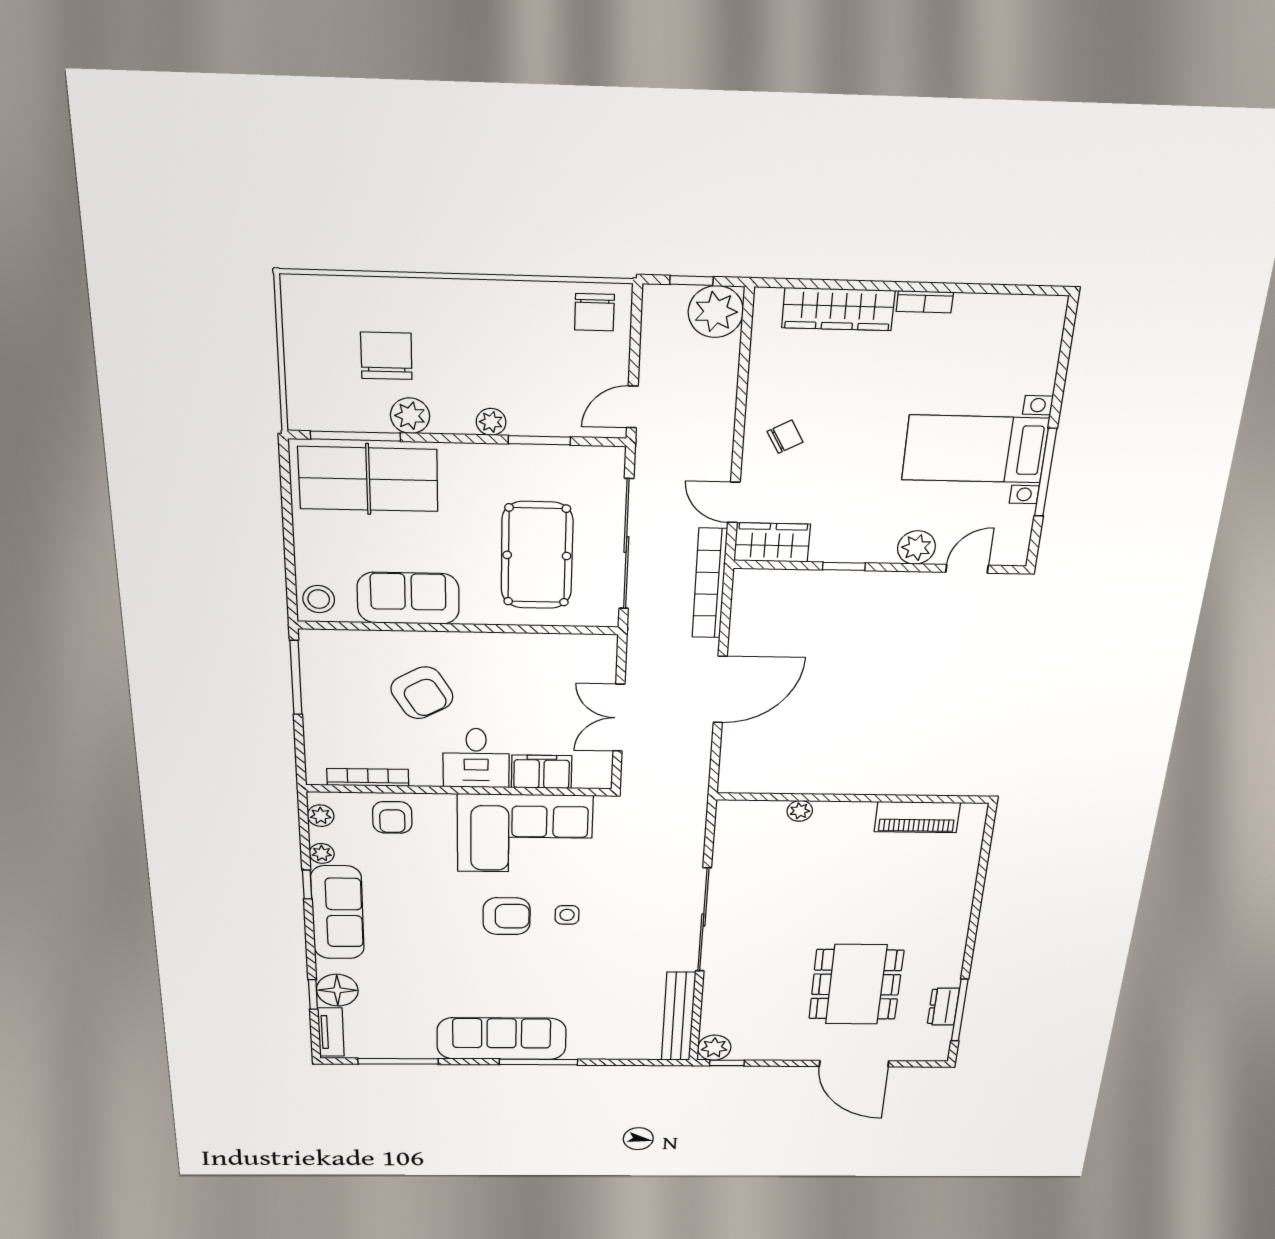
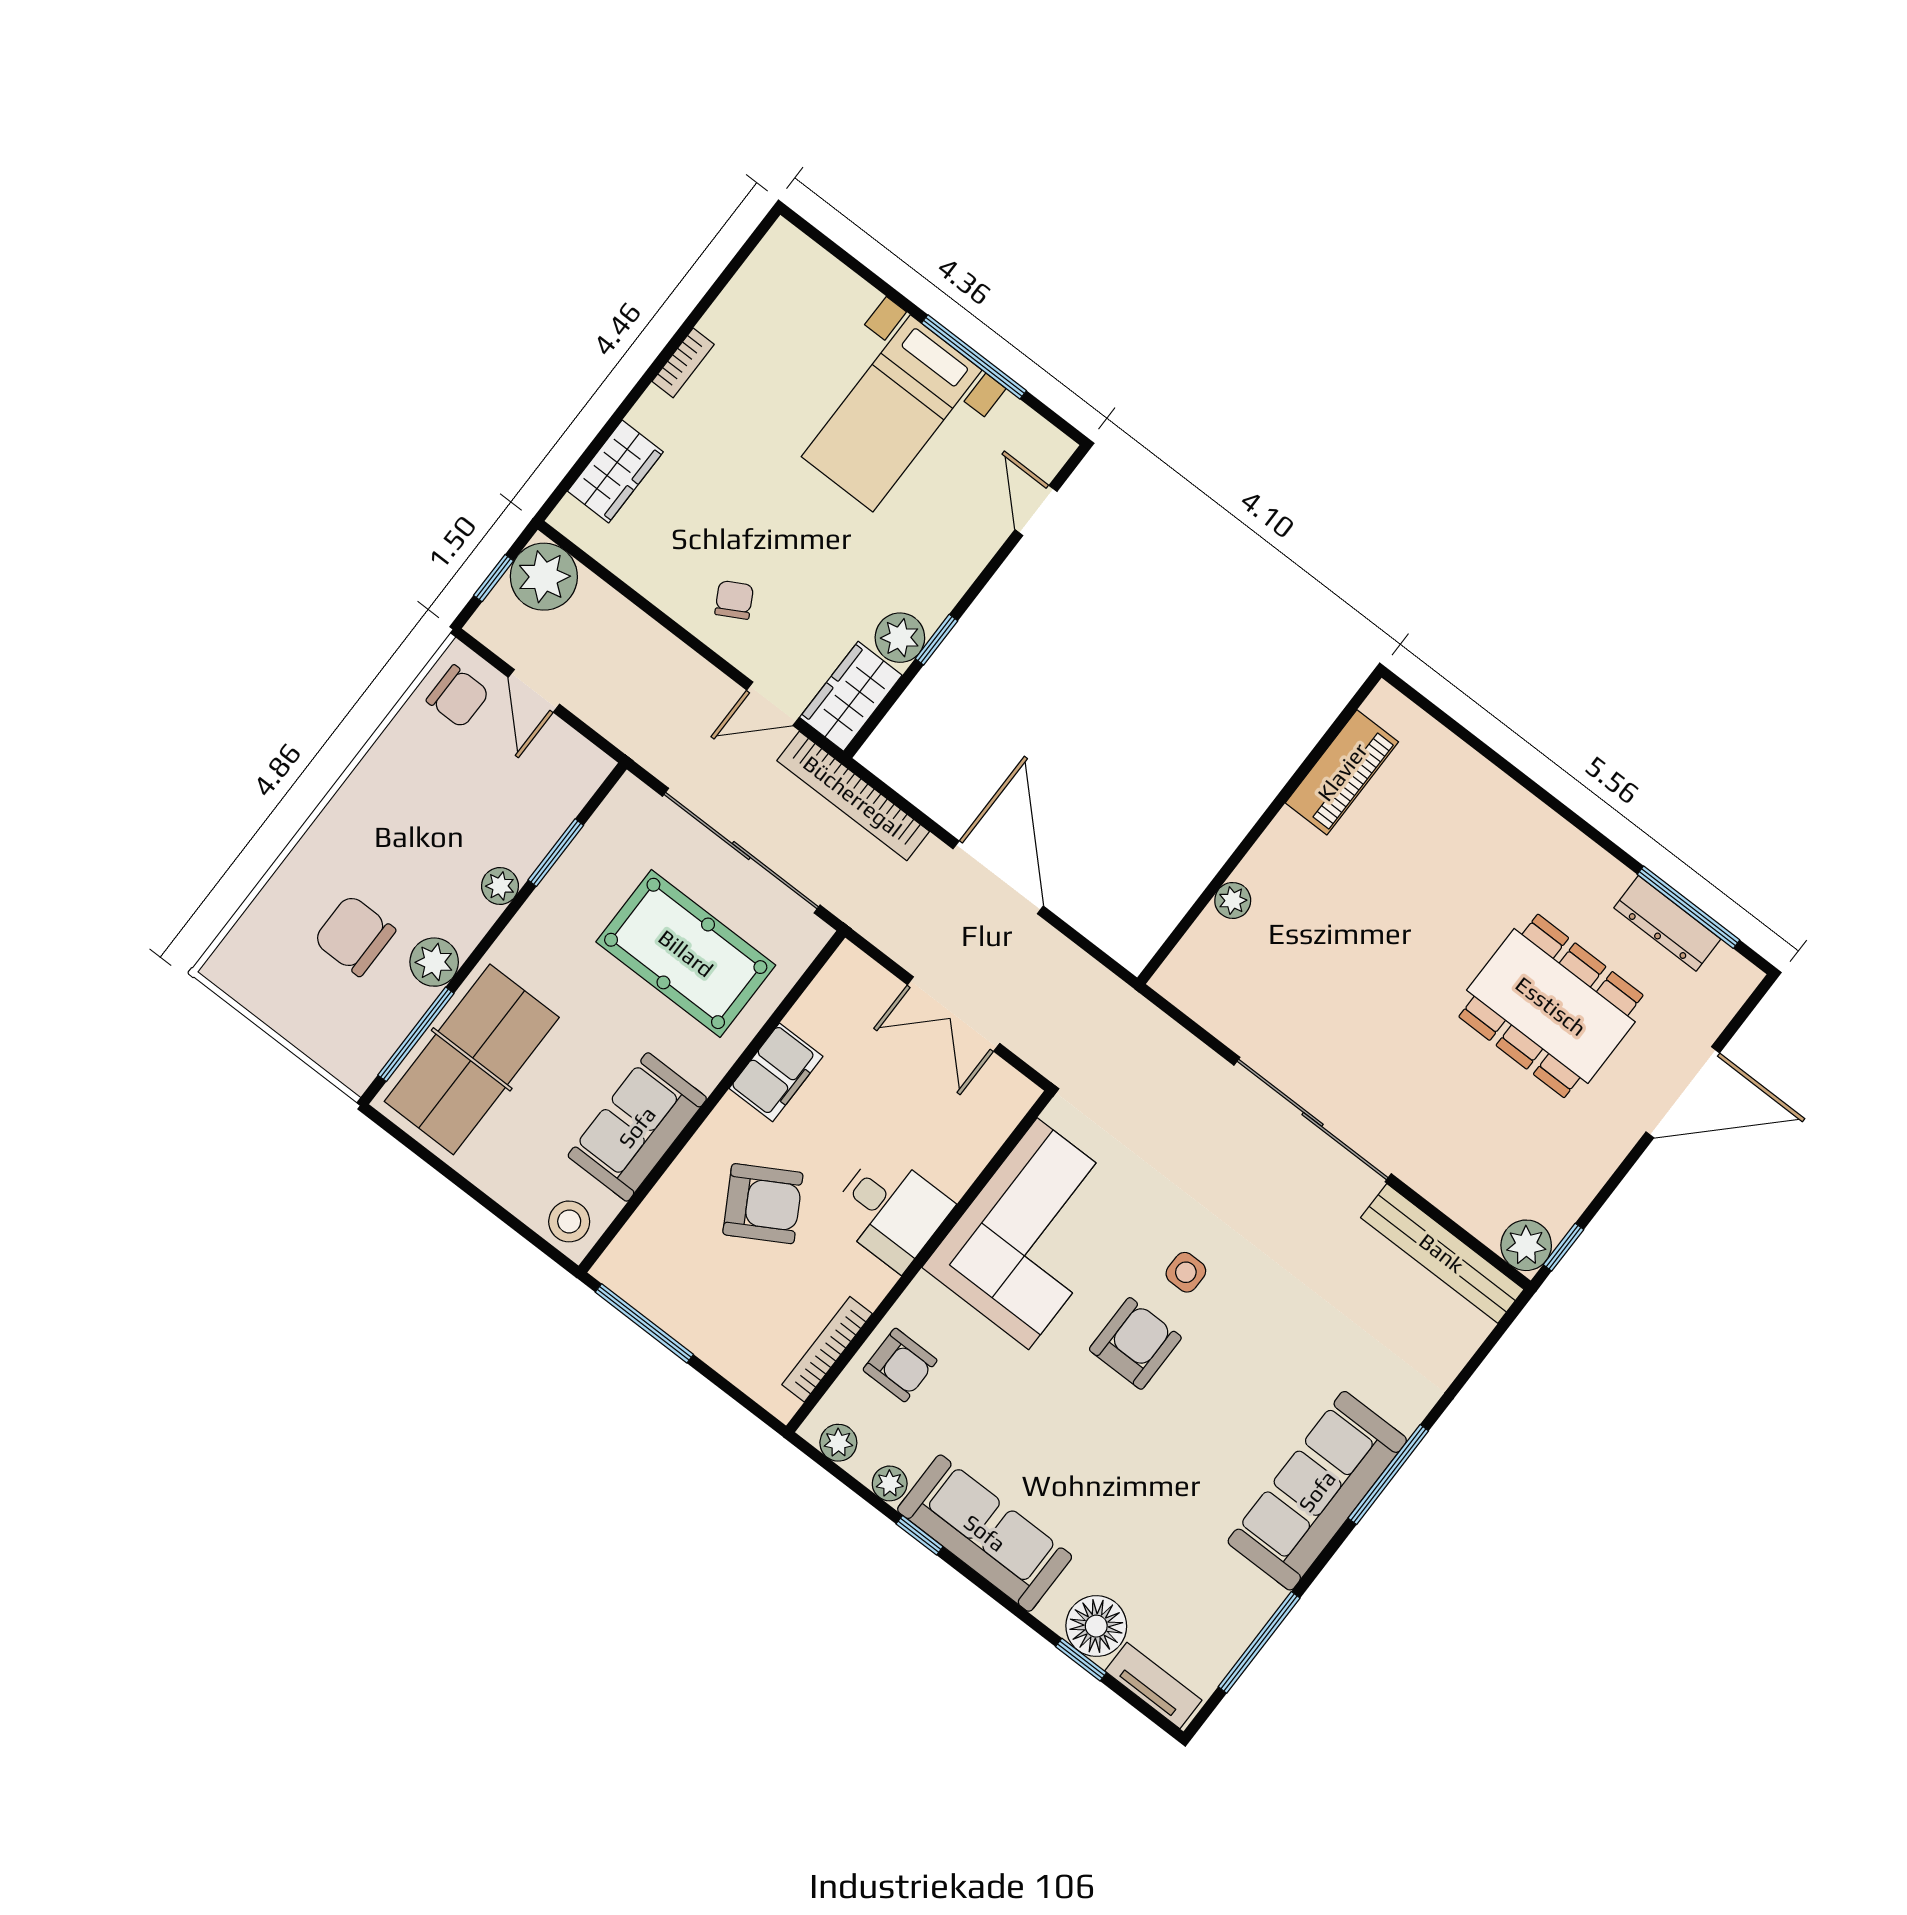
wardrobe: (838, 309) -> (615, 471), width x0.67
door: (632, 407) -> (534, 691), moved
plant: (916, 548) -> (900, 638), moved
filing cabinet: (542, 772) -> (776, 1072), moved, turned 180
dresser: (943, 1007) -> (1667, 923), width x1.44

